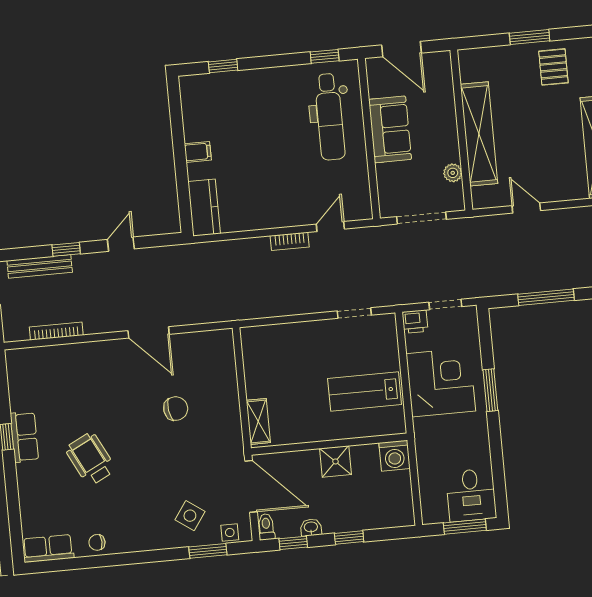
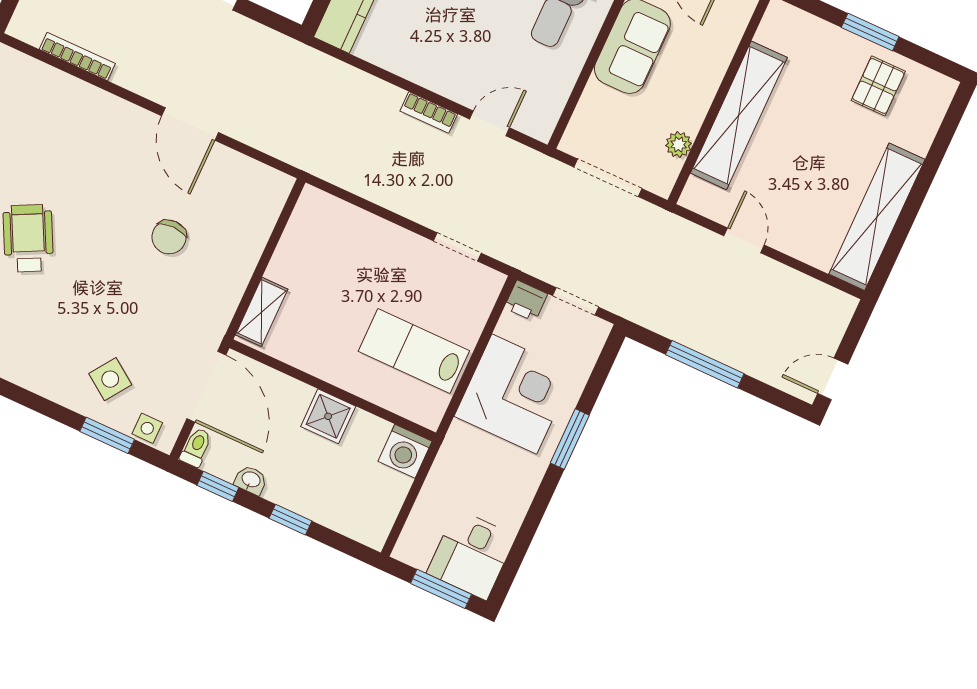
chair: (176, 409) -> (169, 237), turned 98

